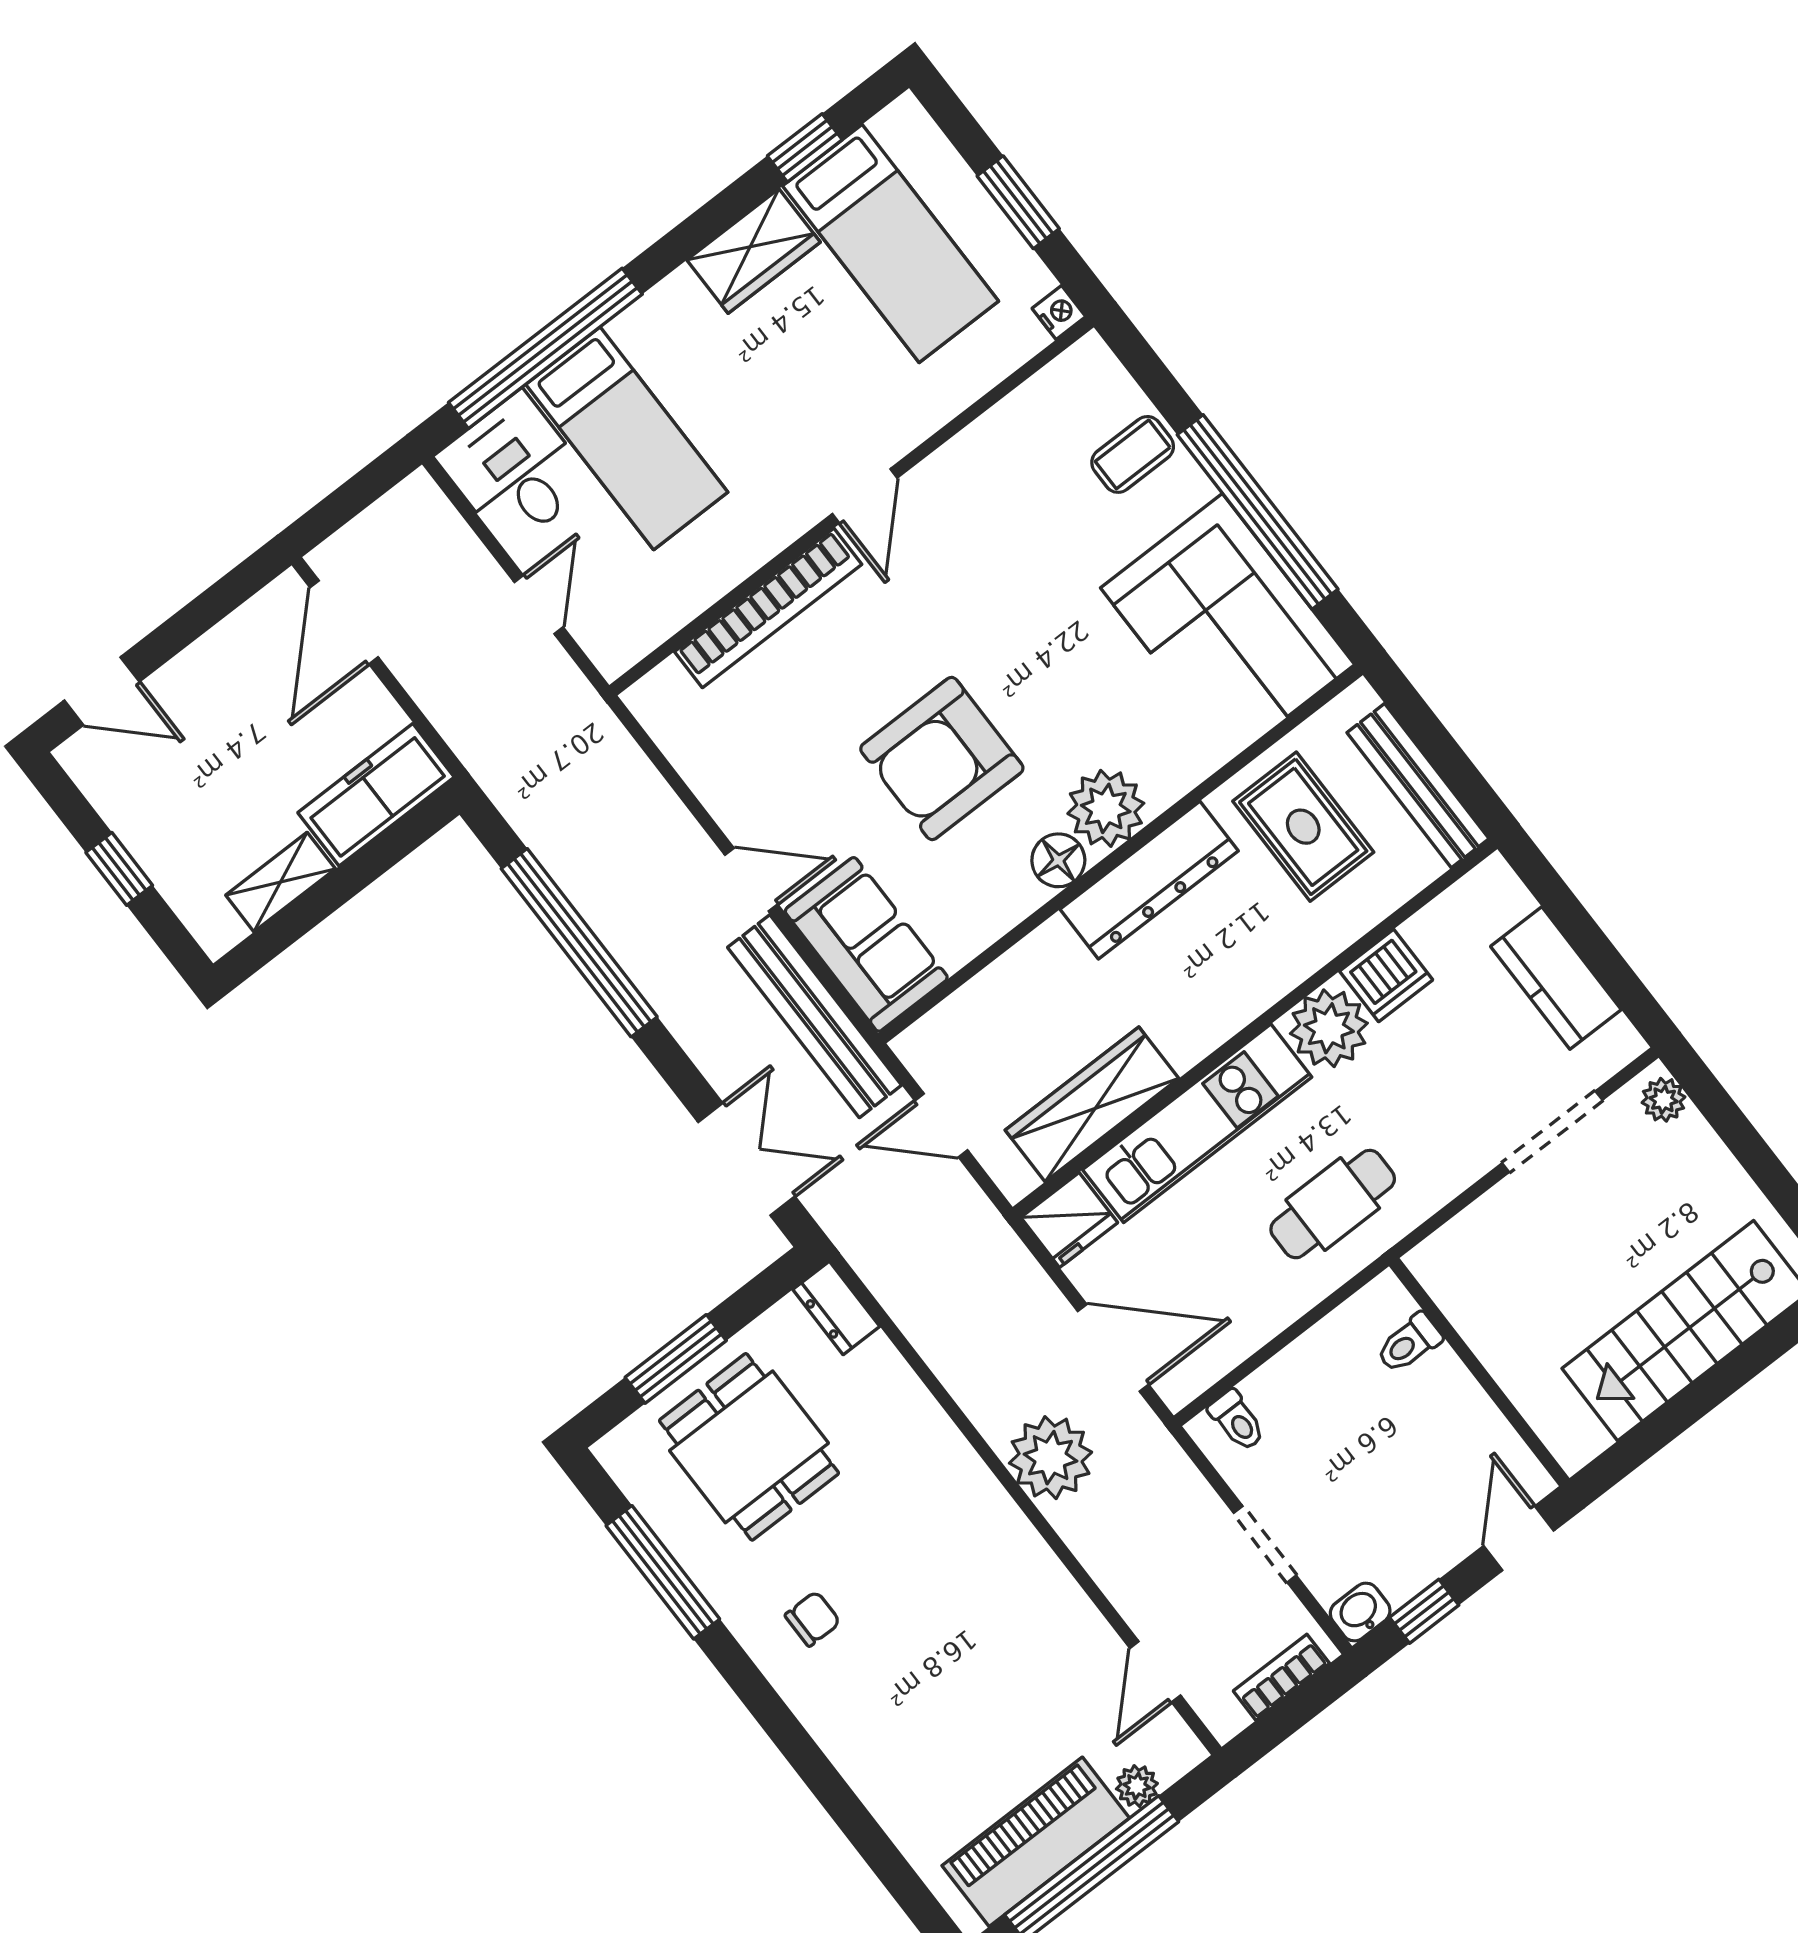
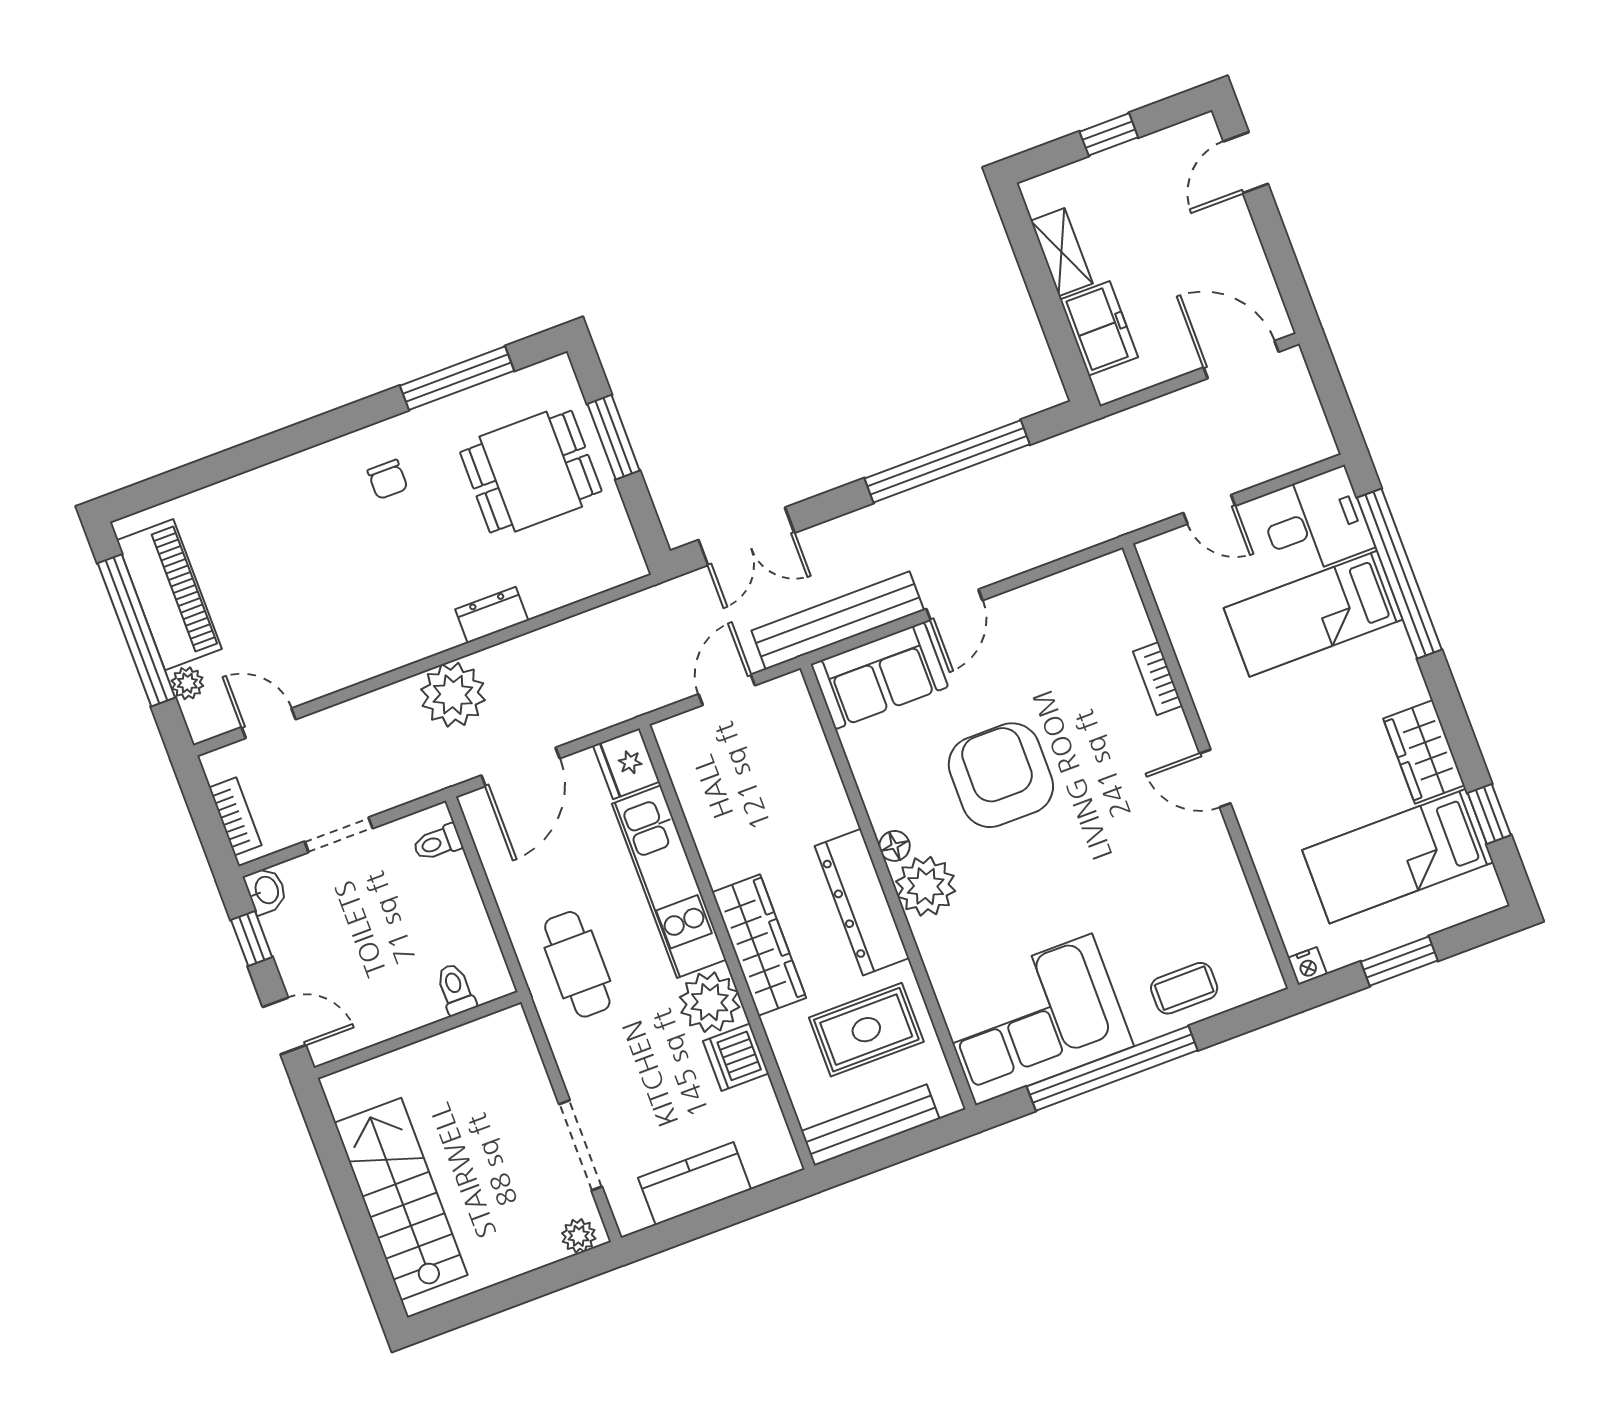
coffee table: (1133, 454) -> (1184, 988), turned 90
bookcase: (768, 608) -> (1158, 679), width x0.43, depth x0.76
freezer: (376, 795) -> (1099, 328), width x0.71
floor lamp: (1058, 860) -> (895, 846), width x0.73, depth x0.73
wardrobe: (1092, 1104) -> (759, 945), moved
dresser: (836, 1308) -> (492, 615), moved

